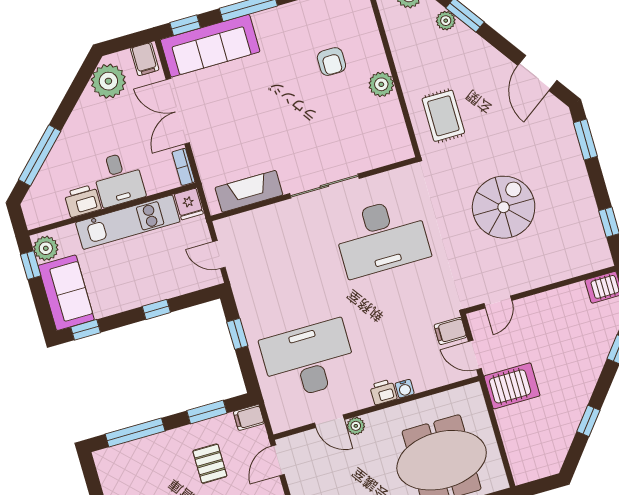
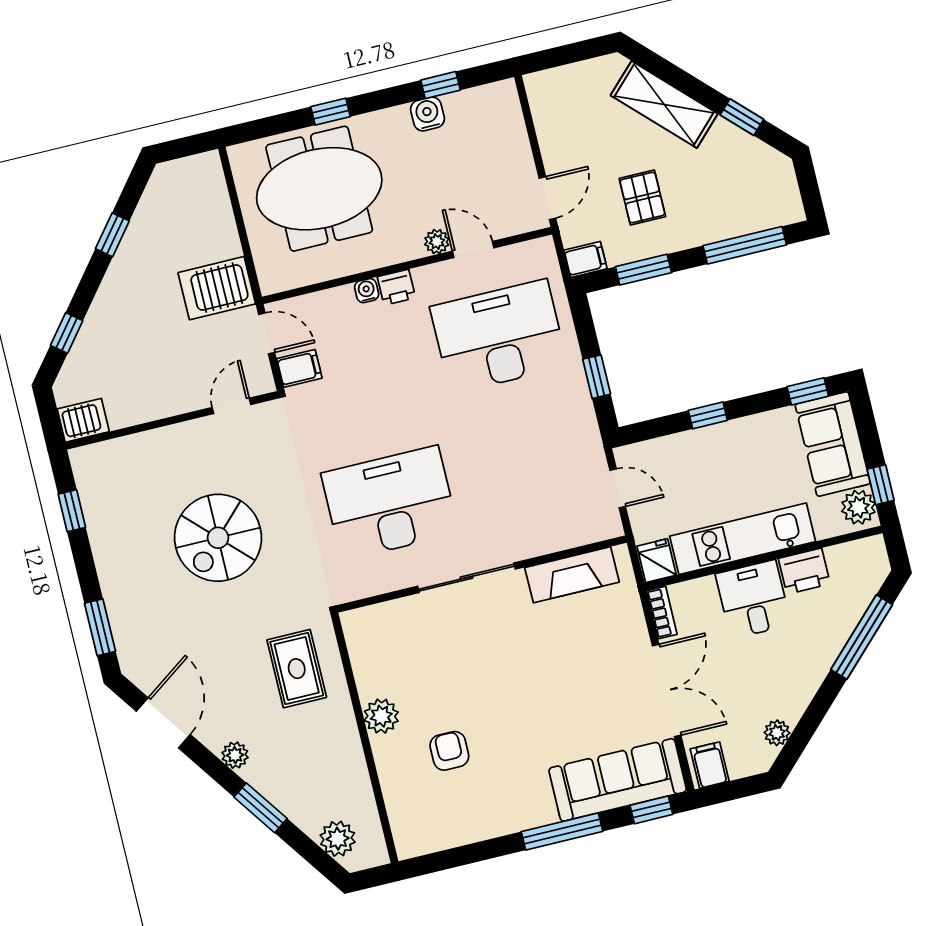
plant: (446, 21) -> (235, 755), moved
plant: (108, 81) -> (777, 733), width x0.53, depth x0.53
desk: (309, 360) -> (499, 336), turned 180

